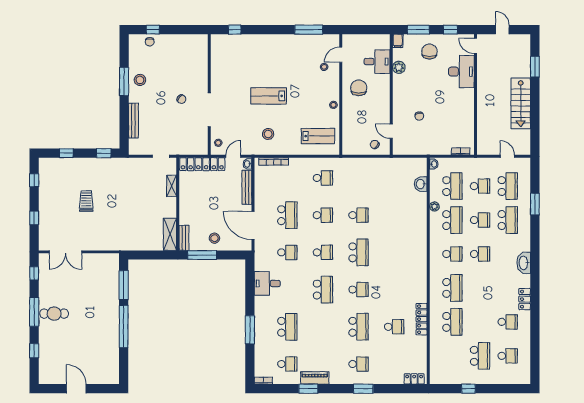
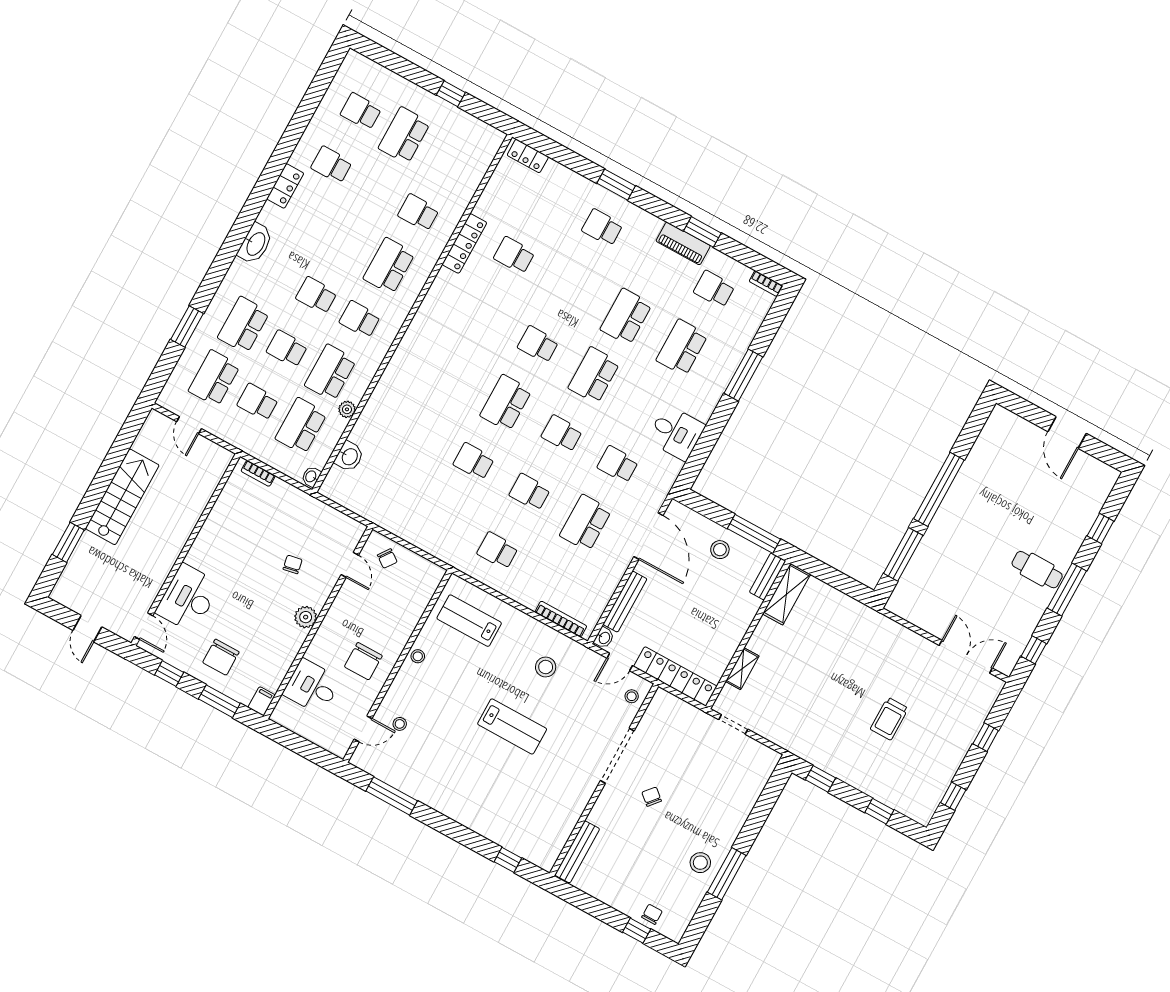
plant: (399, 67) -> (306, 617), moved
bench: (133, 121) -> (577, 852), moved
school desk: (452, 322) -> (418, 213), width x0.54
school desk: (358, 327) -> (626, 317), moved

